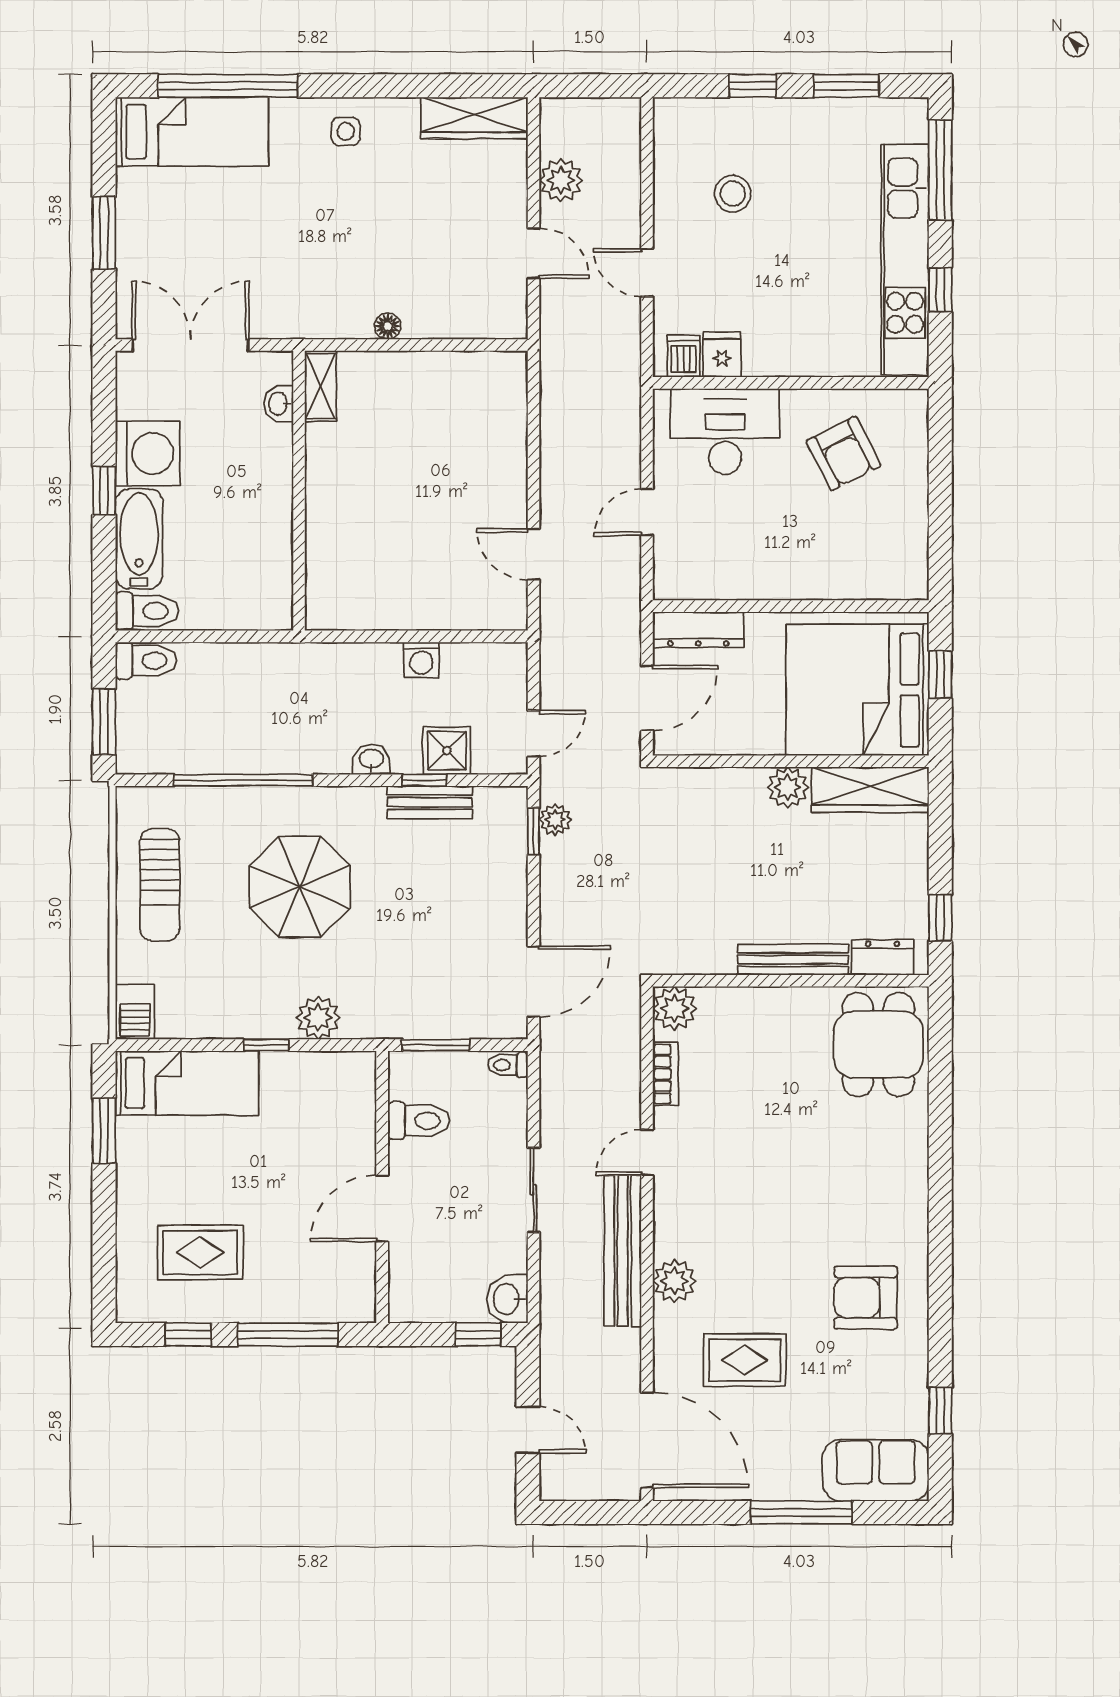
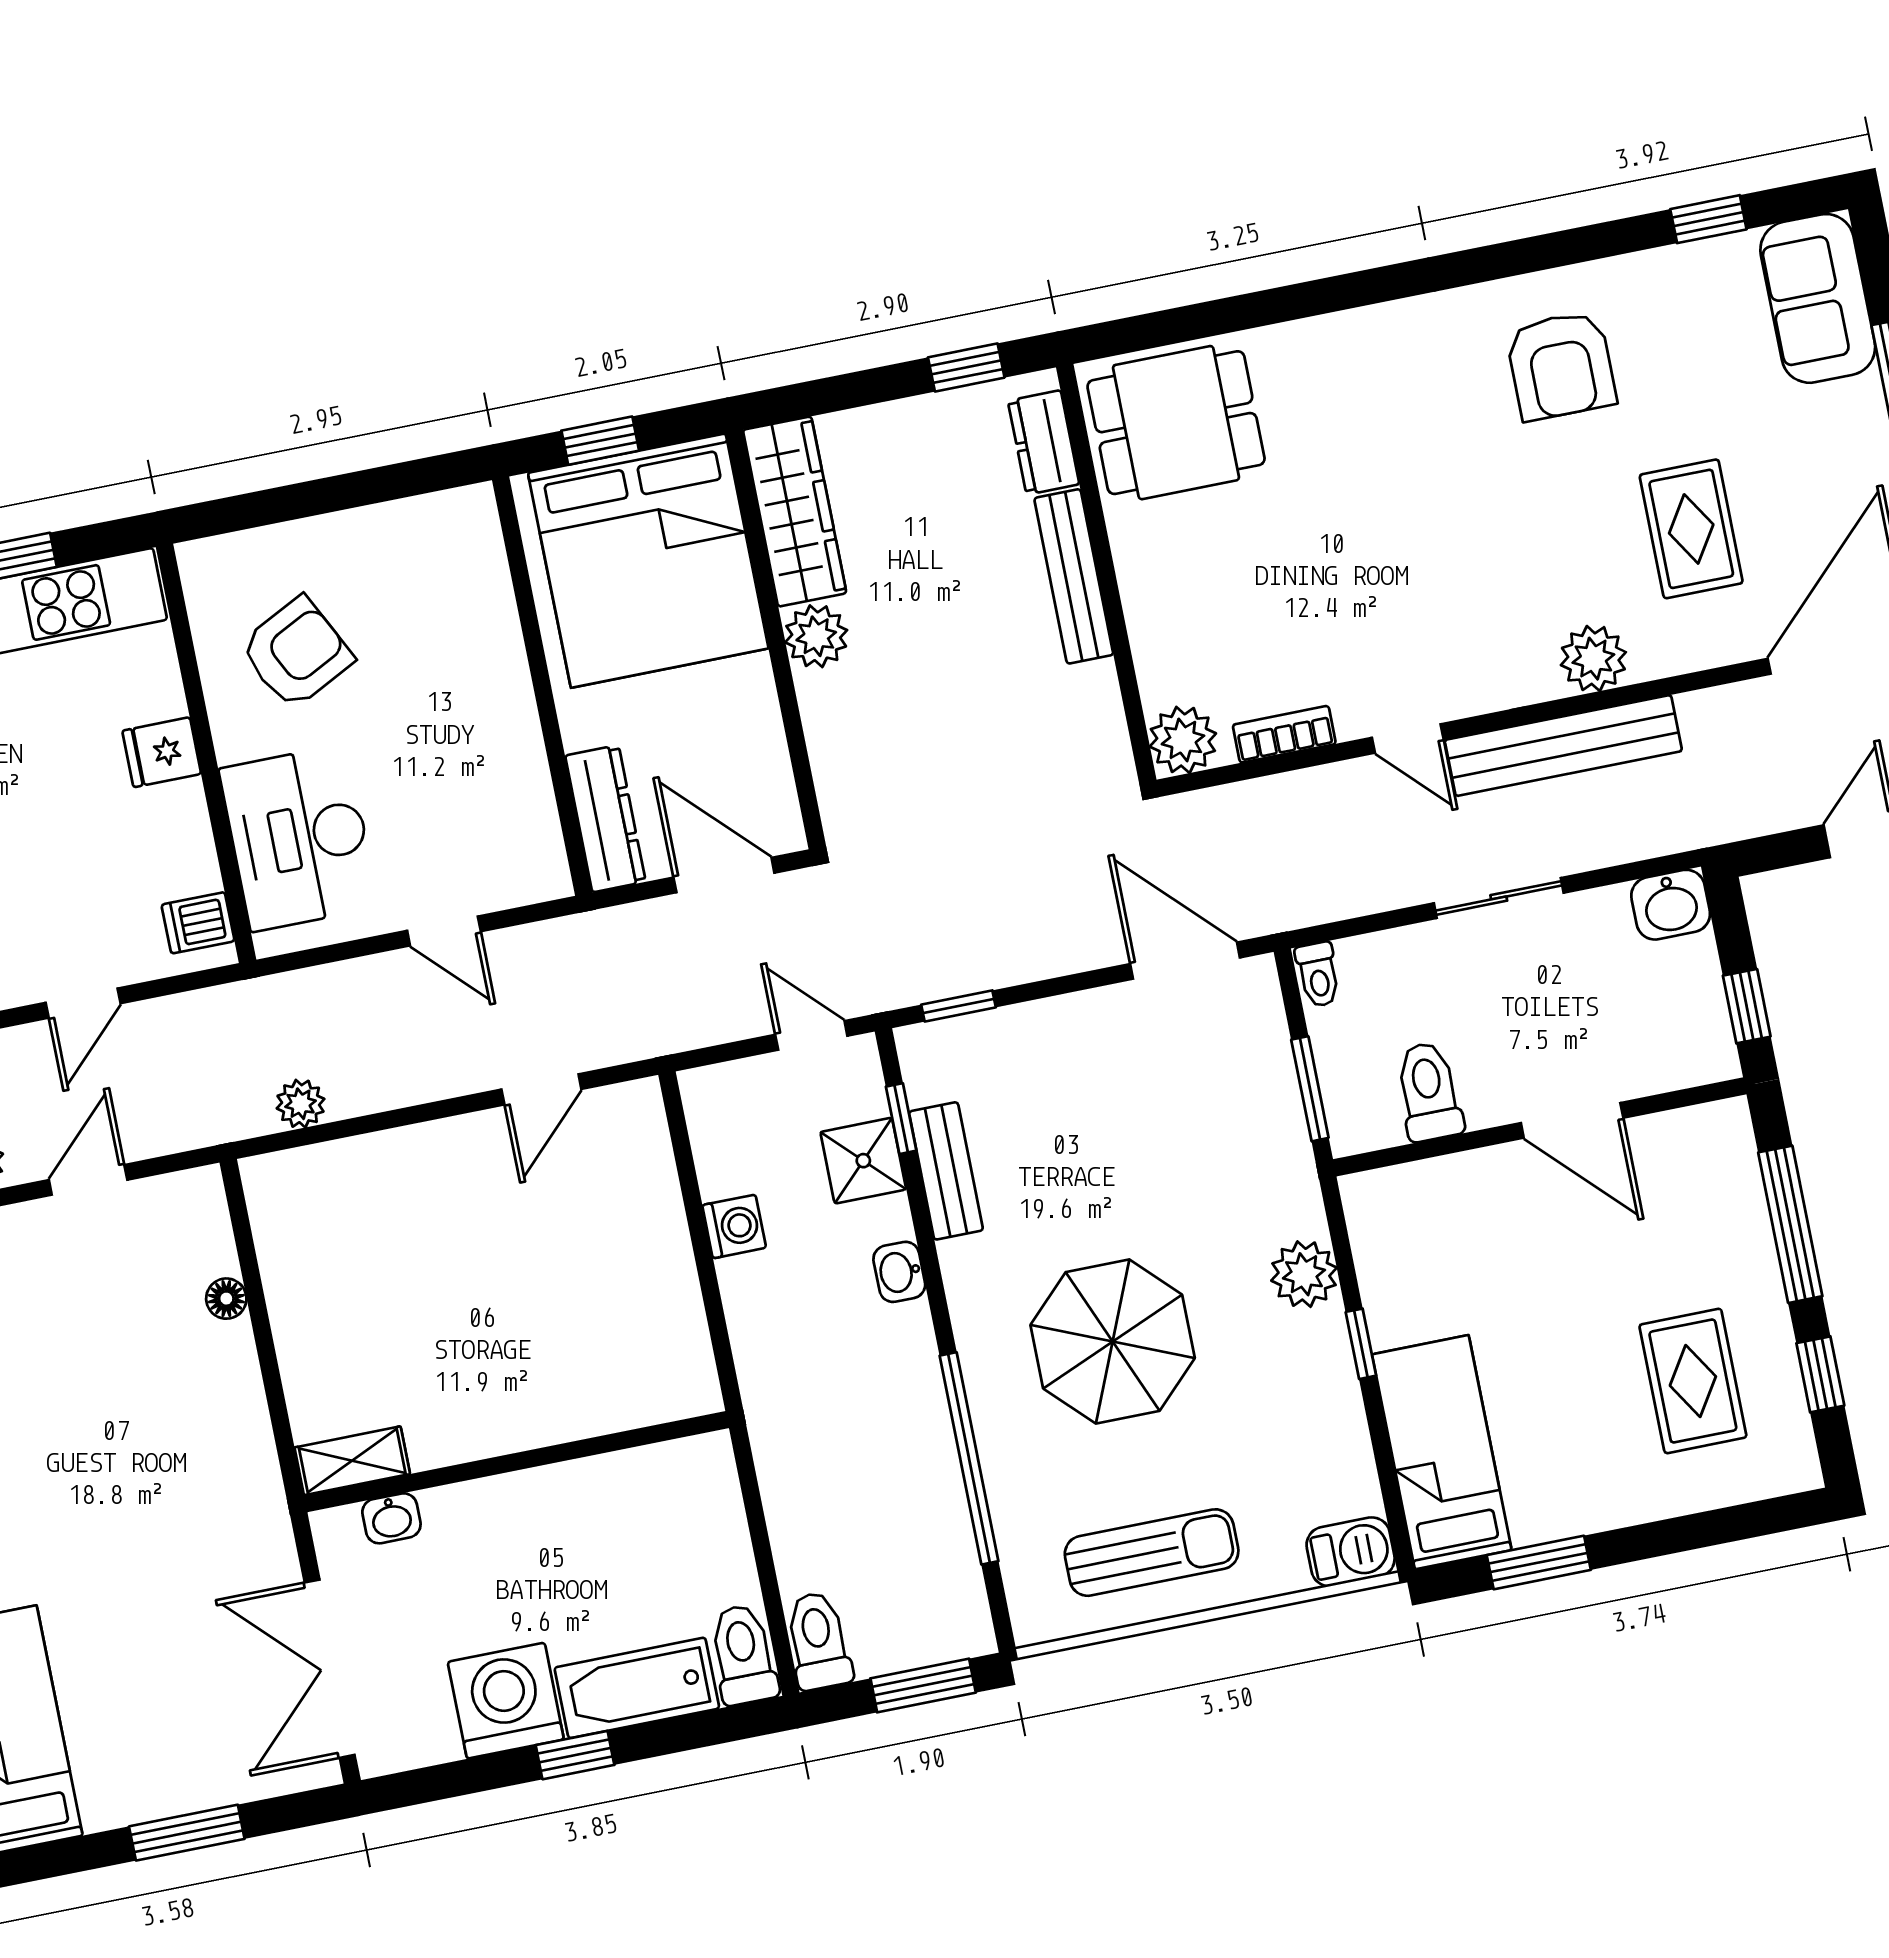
floor lamp: (388, 326) -> (226, 1299), moved
fridge: (722, 355) -> (162, 752), moved
window: (424, 780) -> (901, 1119), moved
plant: (555, 820) -> (301, 1104), moved
window: (478, 1335) -> (1747, 1006), moved

